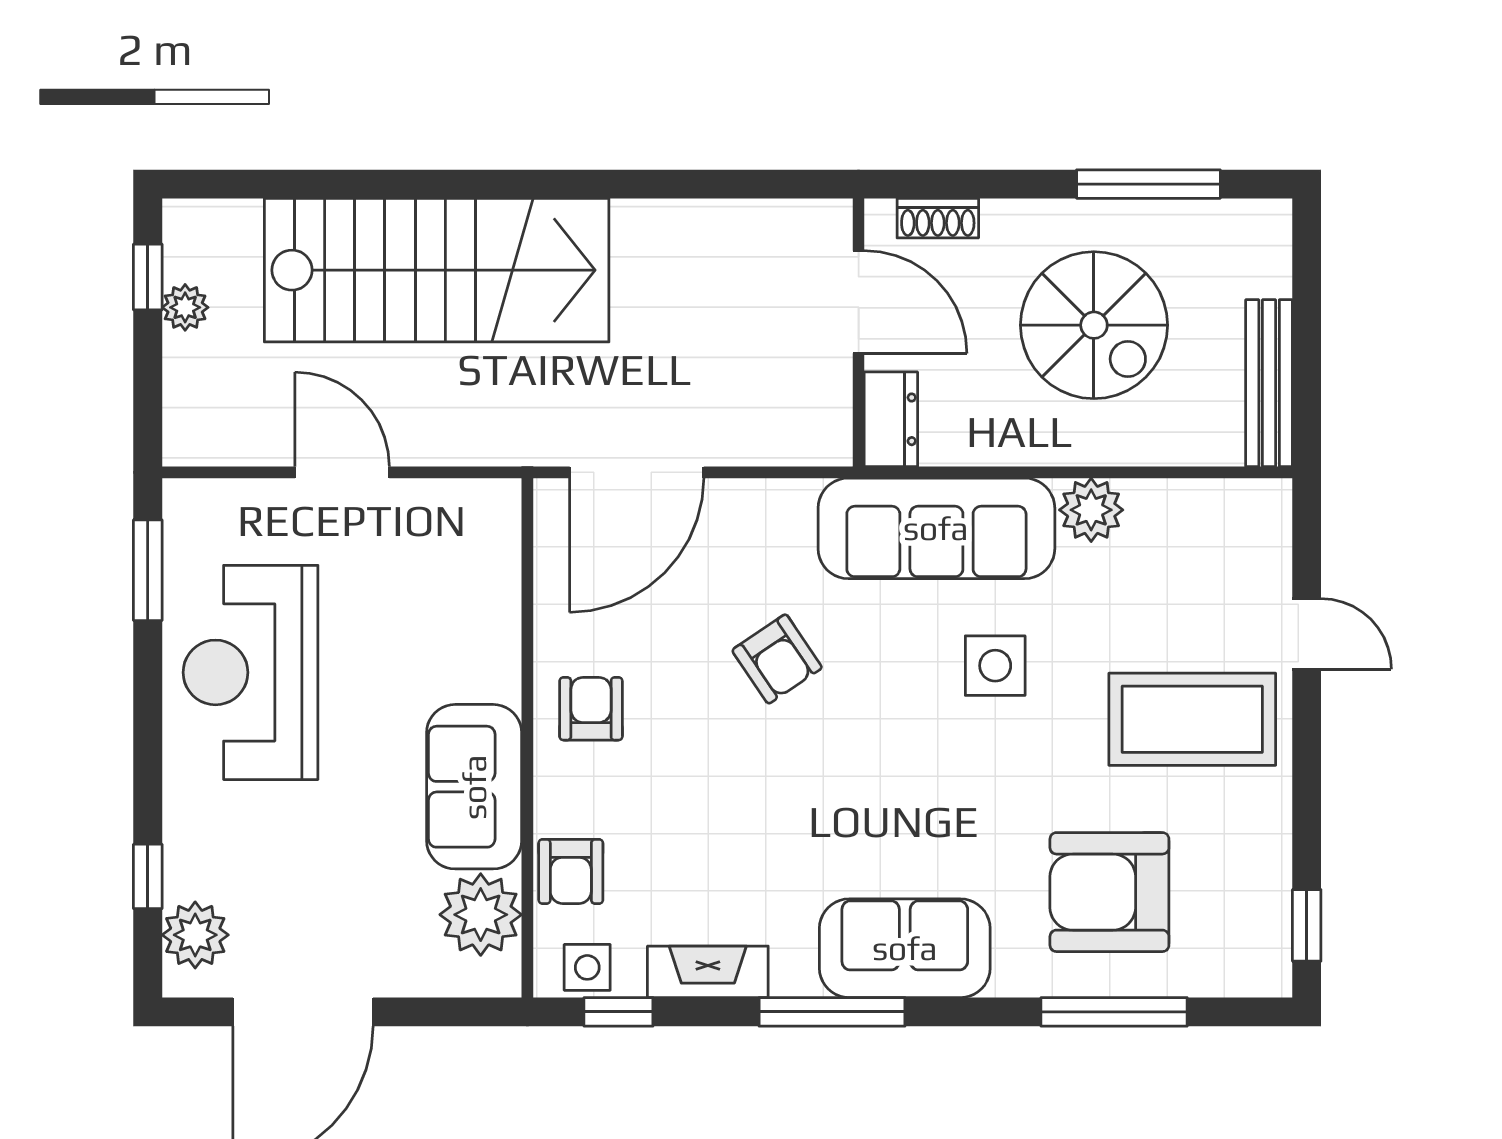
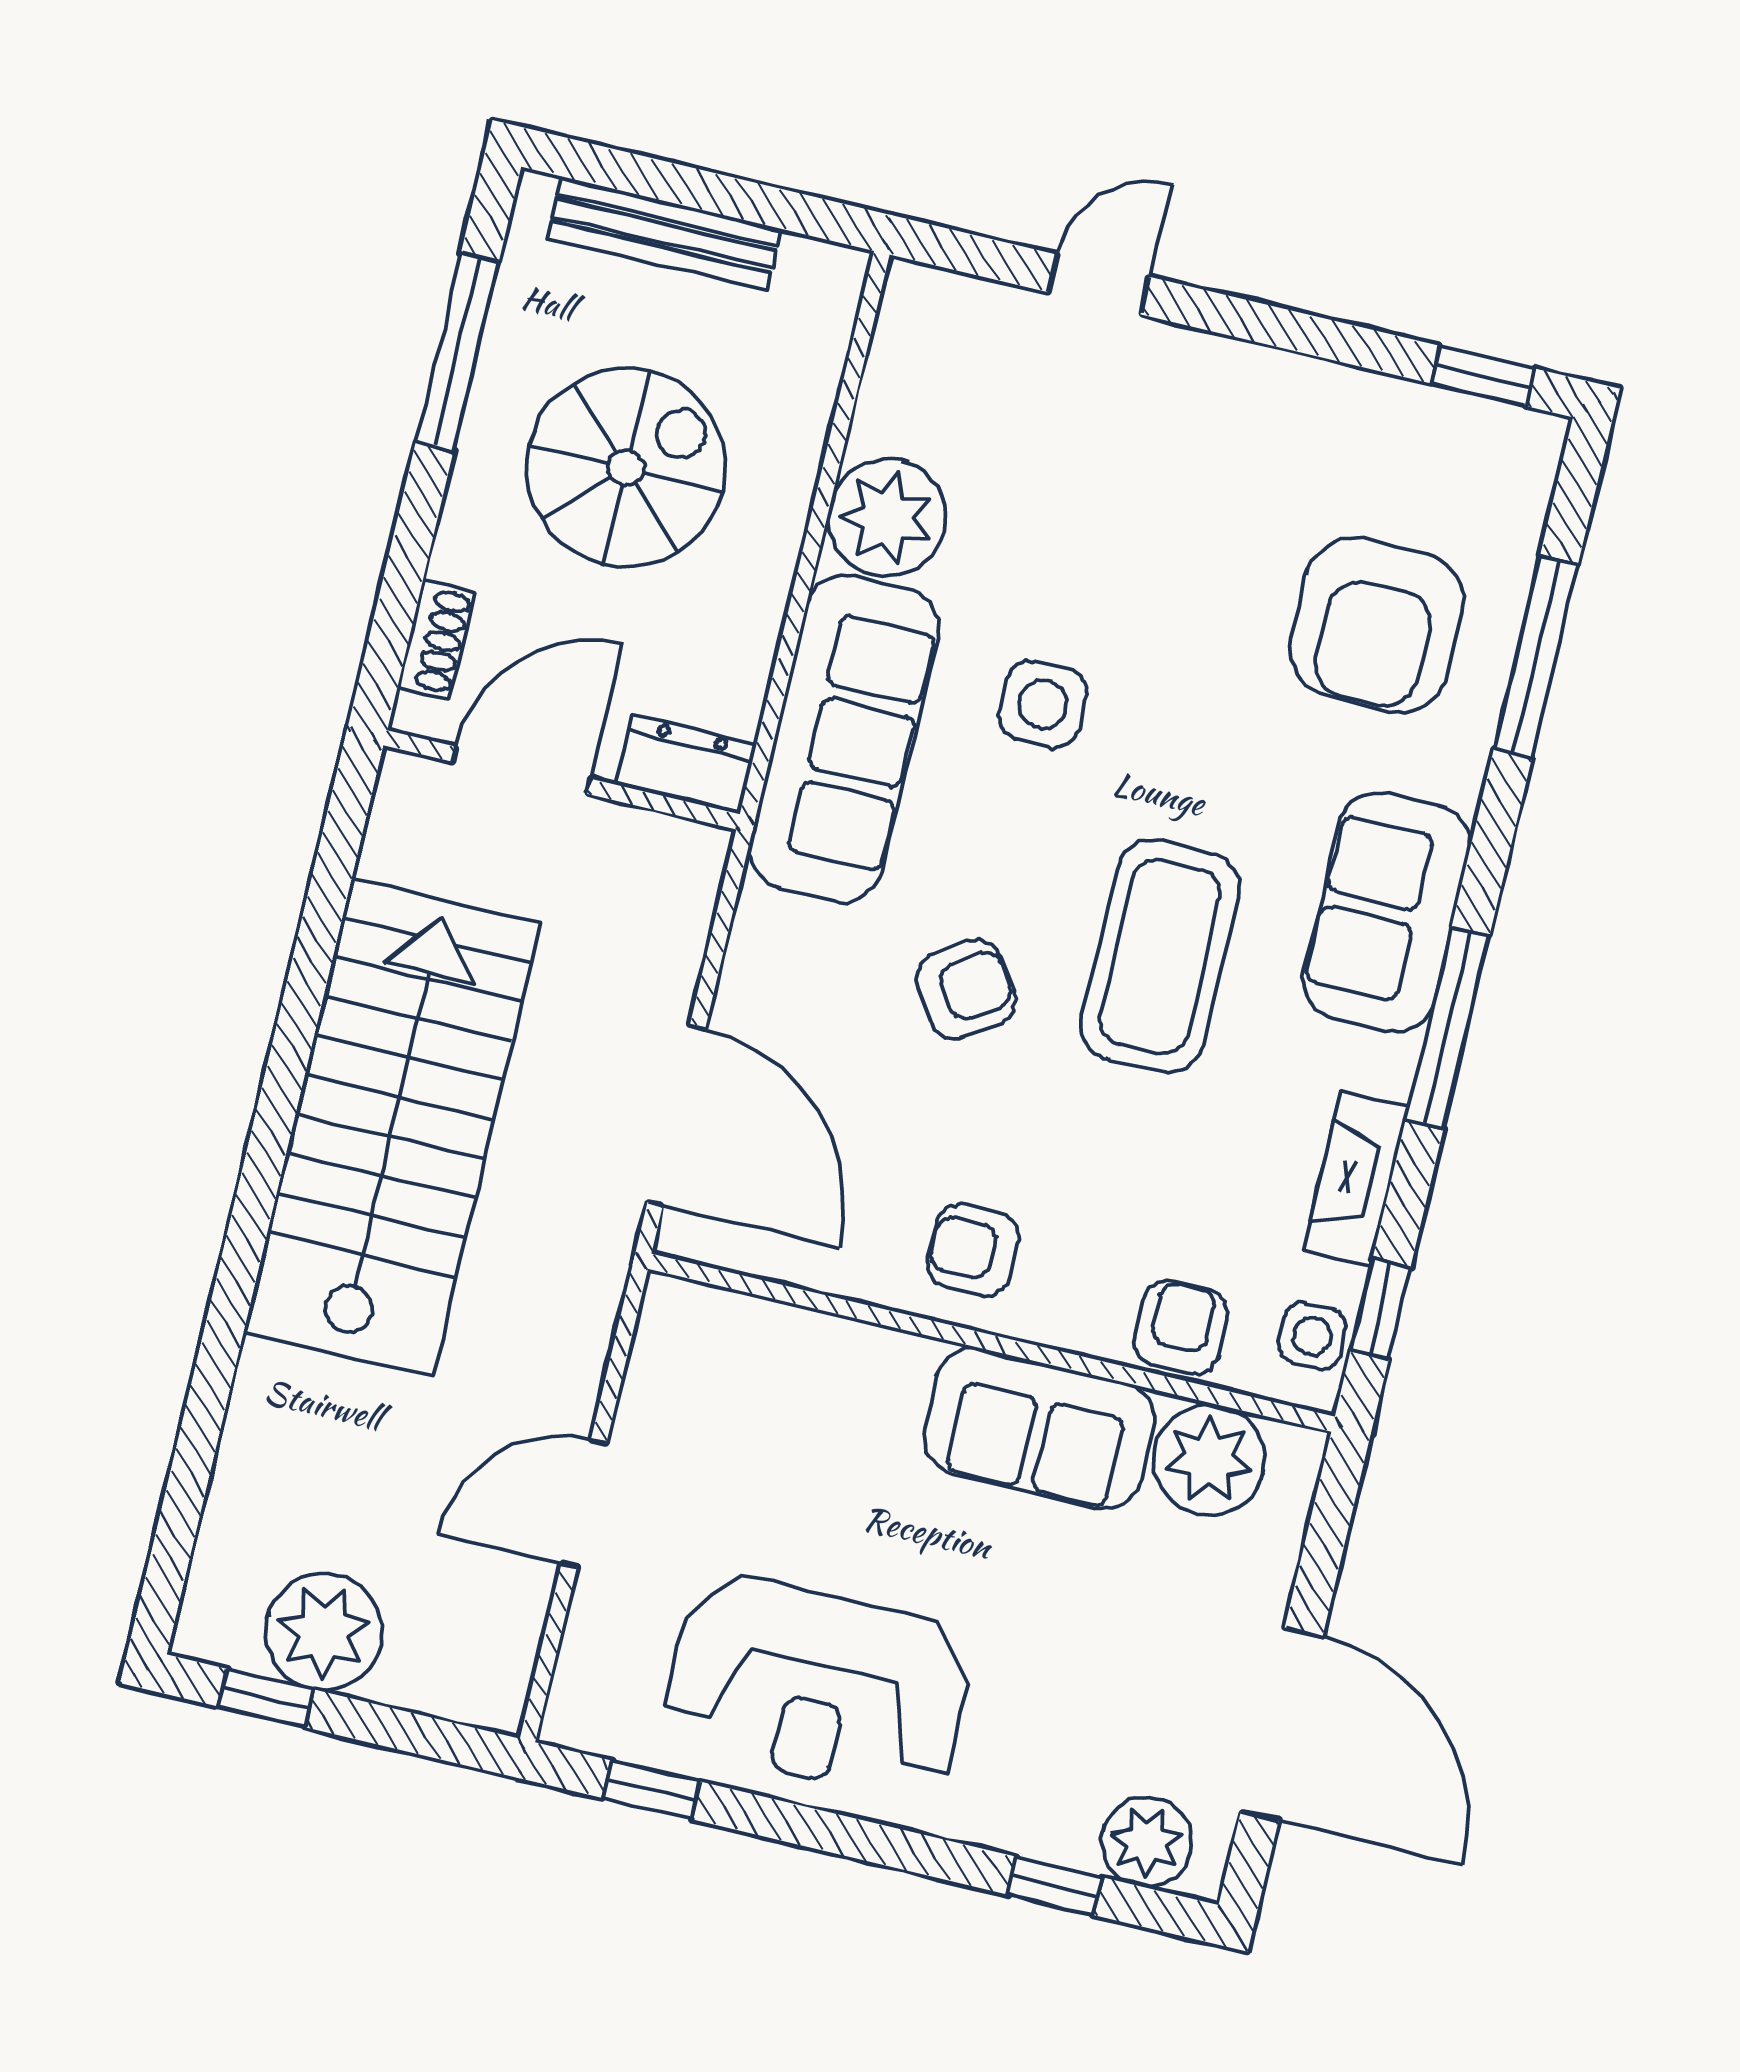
stairs: (437, 270) -> (392, 1127), moved
plant: (185, 307) -> (324, 1632), width x1.88, depth x1.88
bench: (1269, 383) -> (665, 233), moved
plant: (1091, 510) -> (887, 518), width x1.36, depth x1.36
window: (148, 570) -> (652, 1790), width x0.67
coffee table: (1192, 719) -> (1160, 956), moved
armchair: (571, 871) -> (1181, 1328), turned -90

